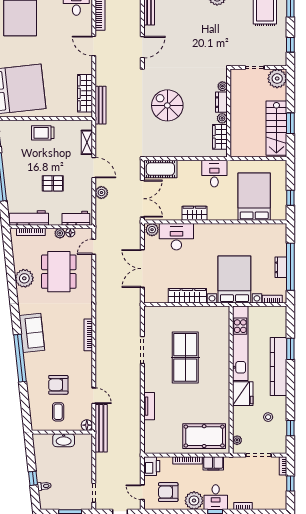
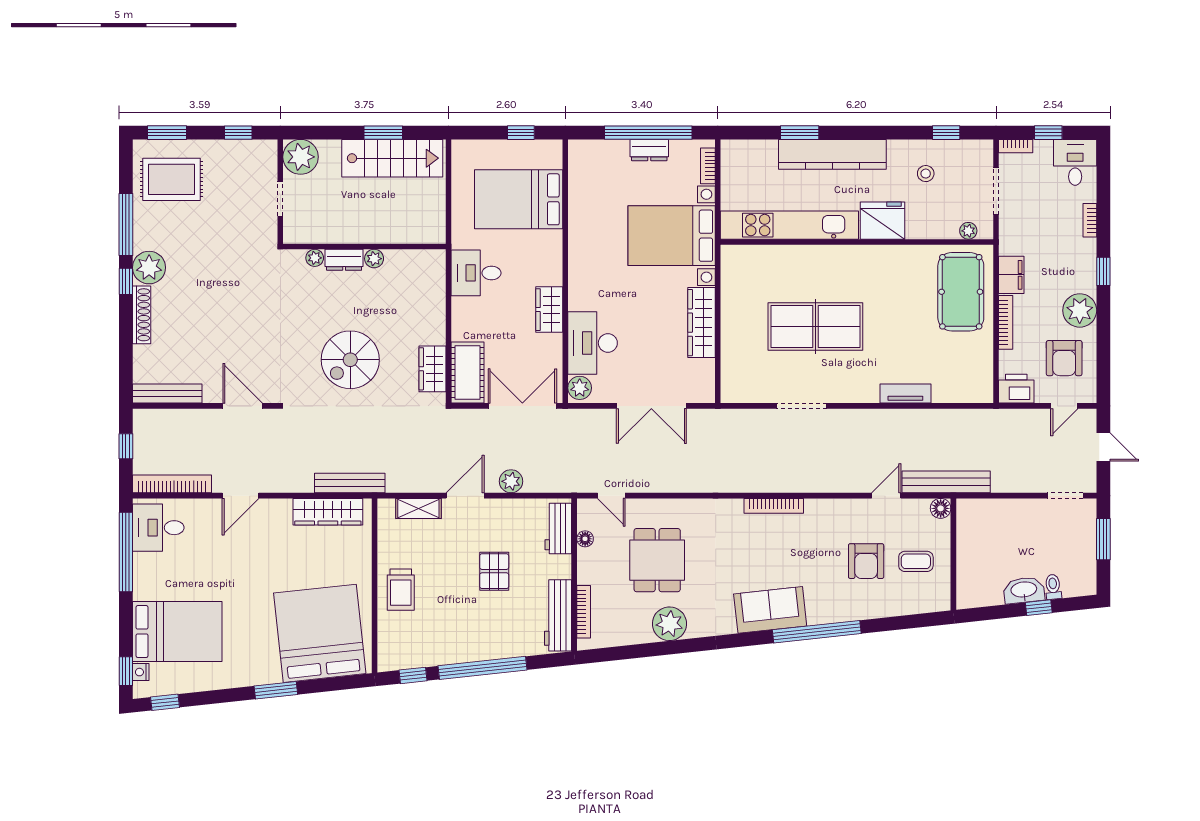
wardrobe: (220, 137) -> (432, 369), moved, turned 90
plant: (60, 233) -> (586, 558), removed
dining table: (59, 272) -> (657, 560), width x0.73
washbasin: (64, 440) -> (1024, 590), moved, turned -96
desk: (216, 497) -> (1075, 162), moved, turned -90

